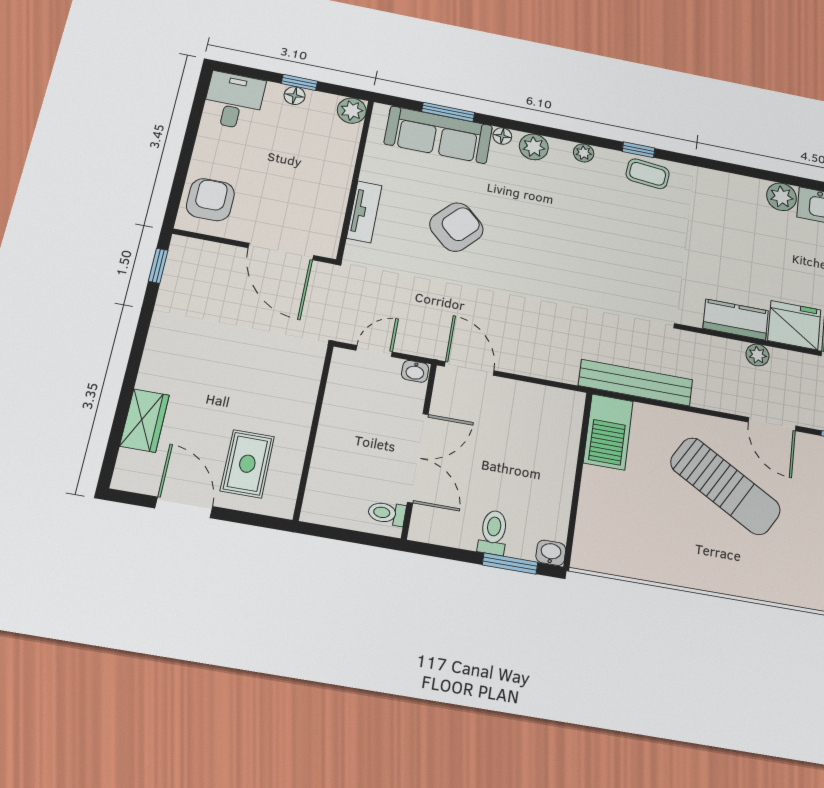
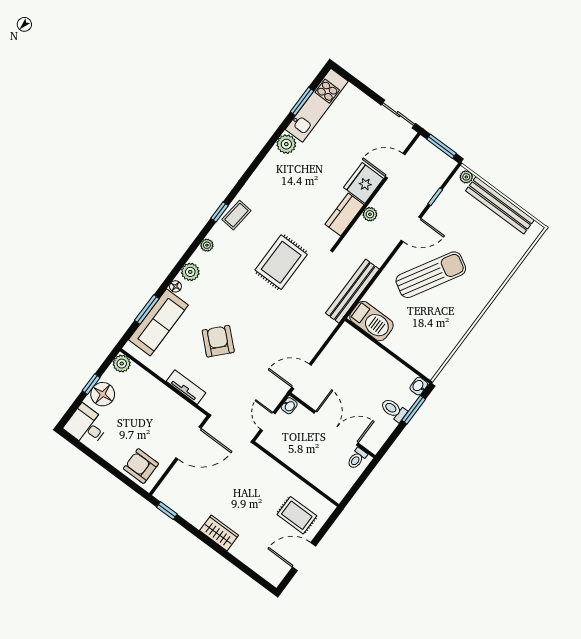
floor lamp: (295, 96) -> (103, 394), width x1.89, depth x1.89
rug: (618, 263) -> (281, 262), added
wardrobe: (144, 421) -> (219, 533), moved

